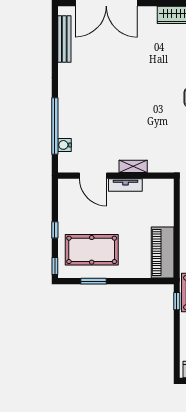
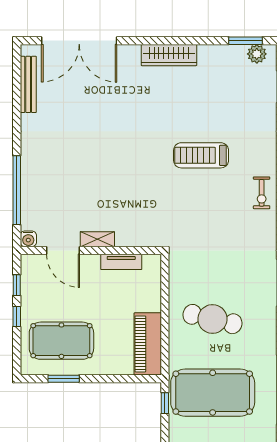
water cooler: (64, 145) -> (28, 239), moved, turned -90
shelving: (133, 166) -> (97, 239), moved
tv unit: (125, 185) -> (121, 262), moved
window: (55, 266) -> (17, 285), moved

